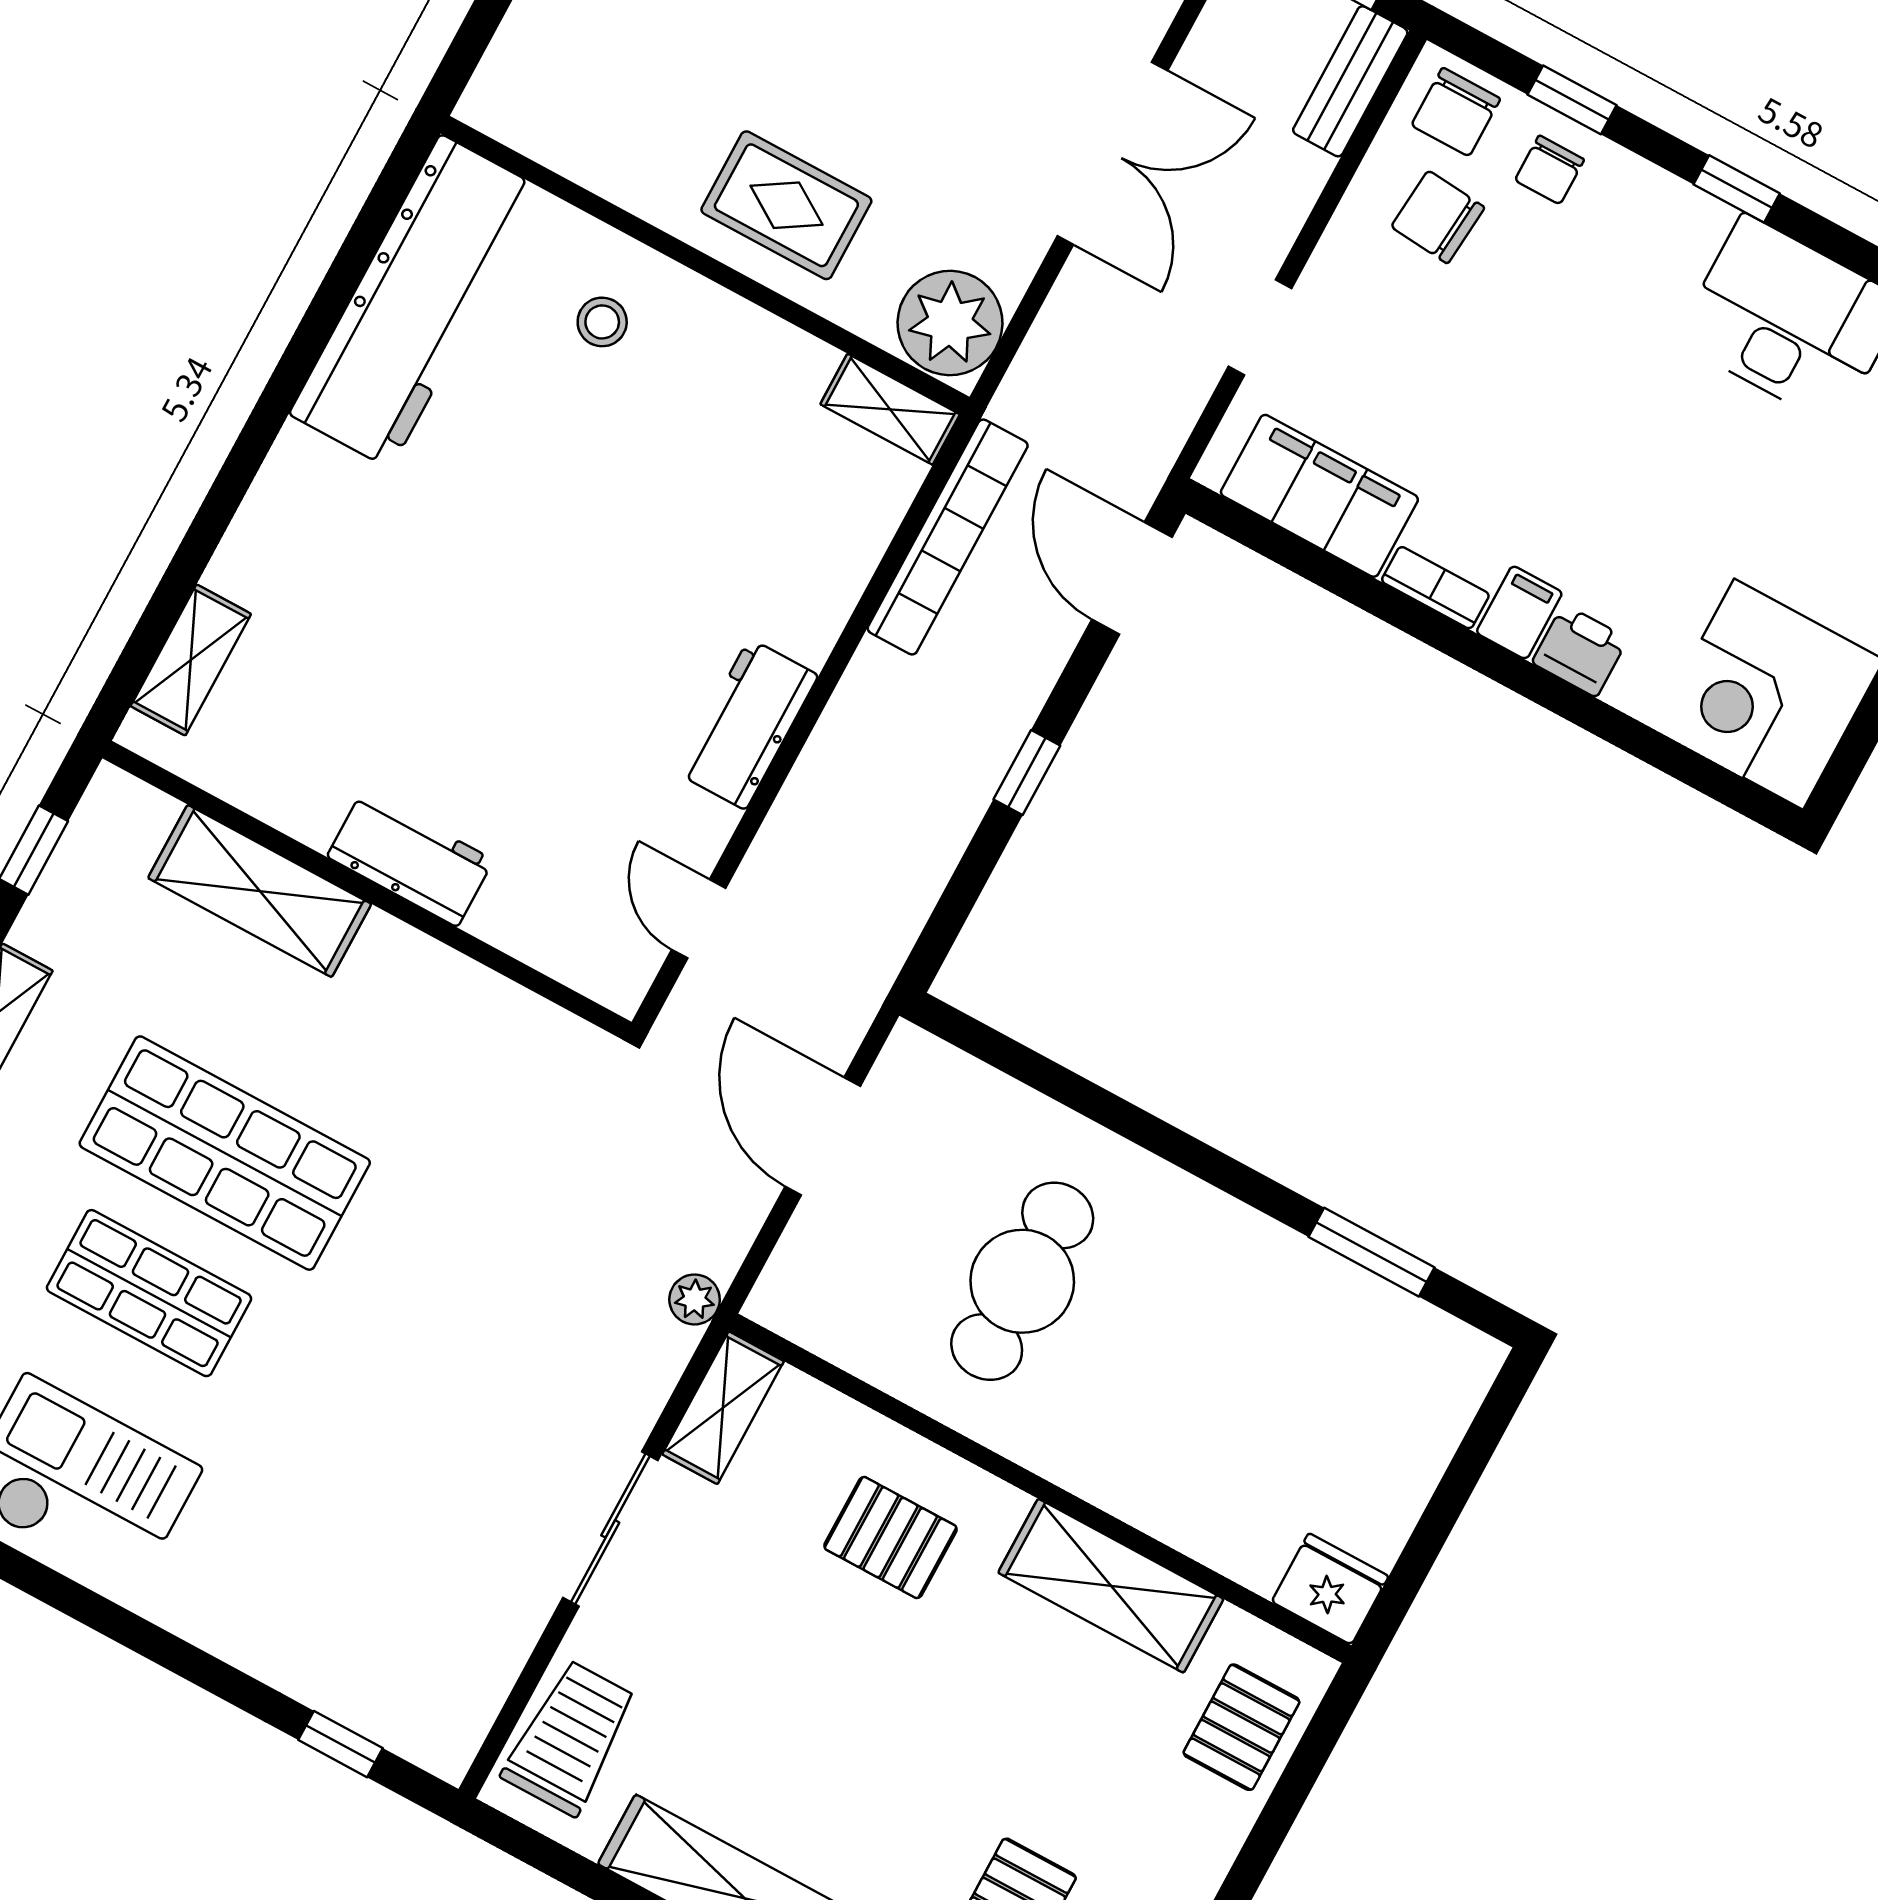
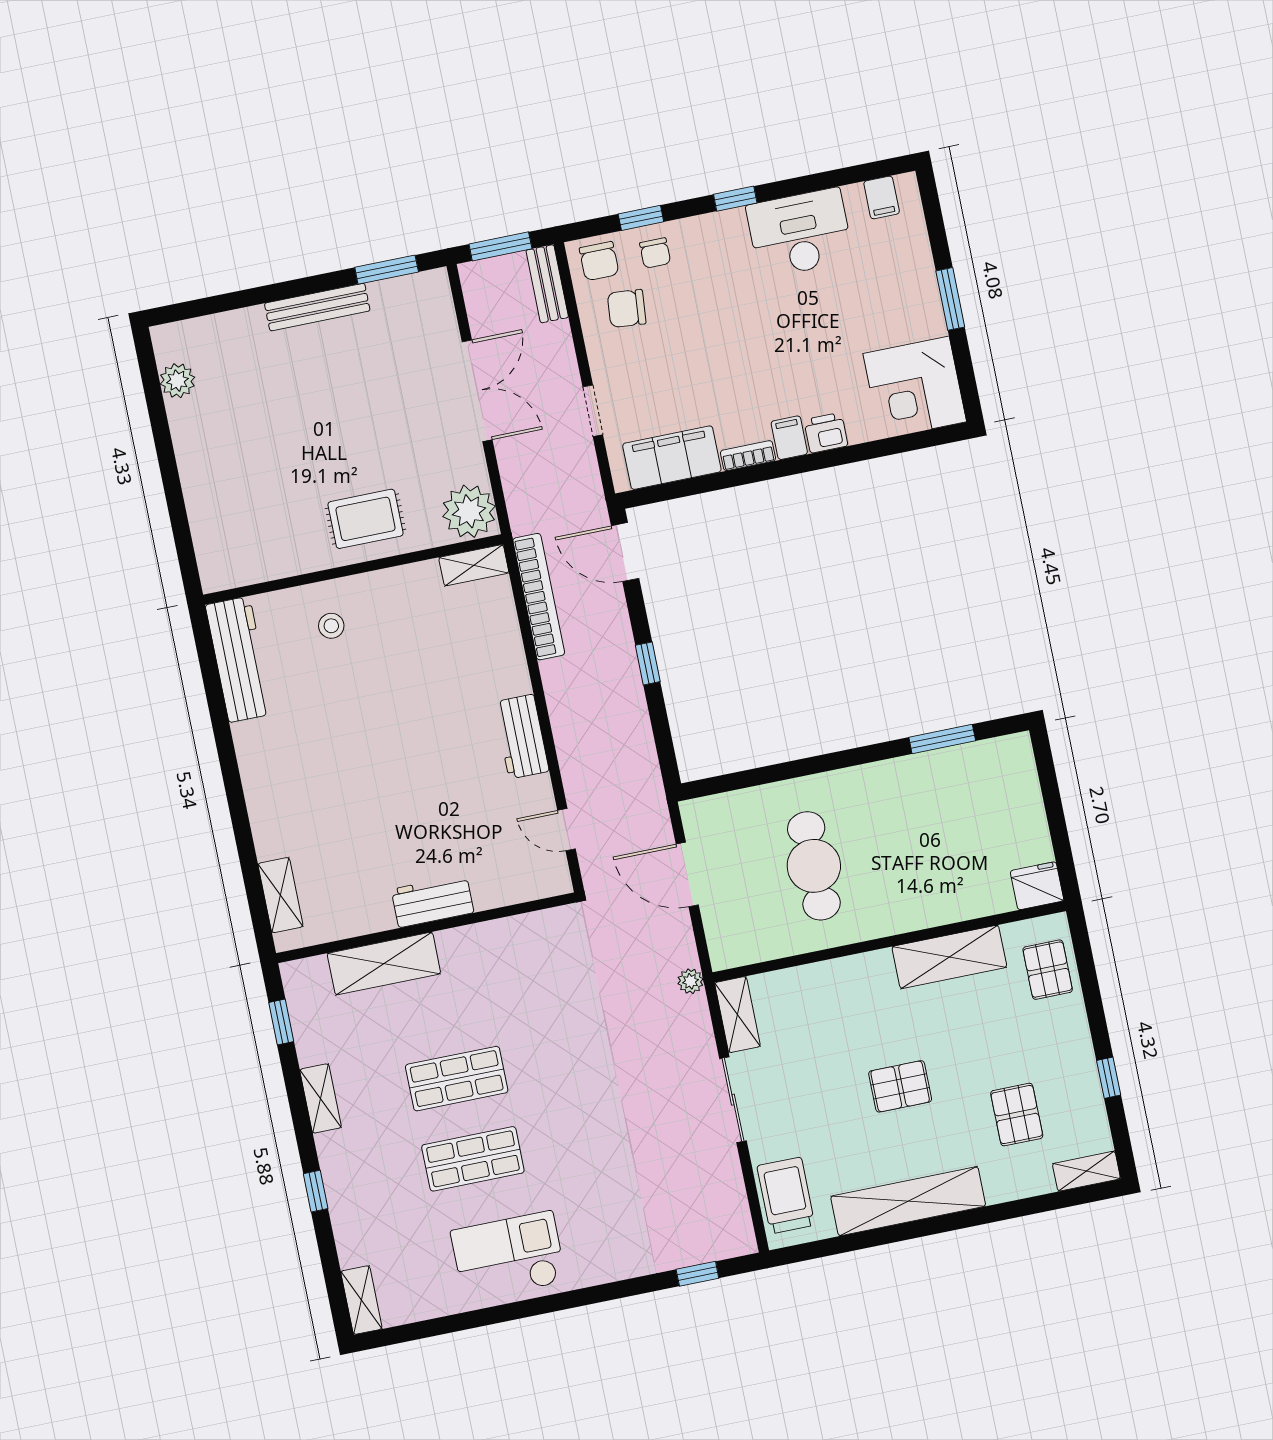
workbench: (415, 301) -> (239, 659), width x0.73, depth x0.76
shop shelf: (225, 1153) -> (457, 1079), width x0.70, depth x0.74
pallet: (890, 1538) -> (900, 1086), moved

